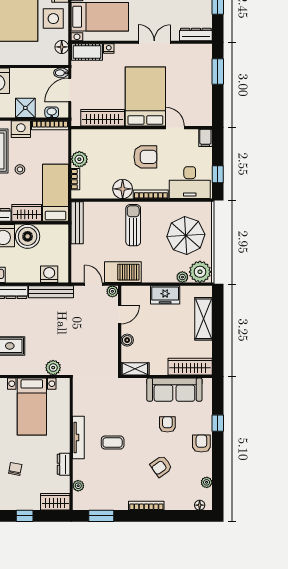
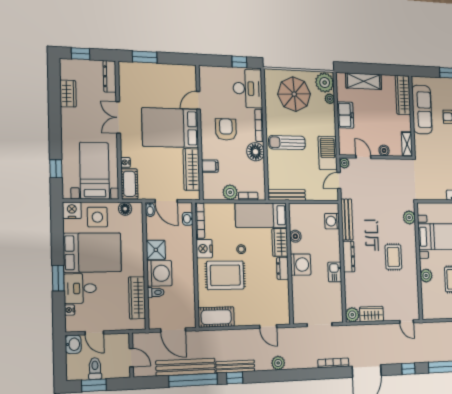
shower: (25, 108) -> (156, 250), moved
filing cabinet: (205, 138) -> (210, 166), moved
boiler: (28, 236) -> (295, 236), width x0.54, depth x0.54

